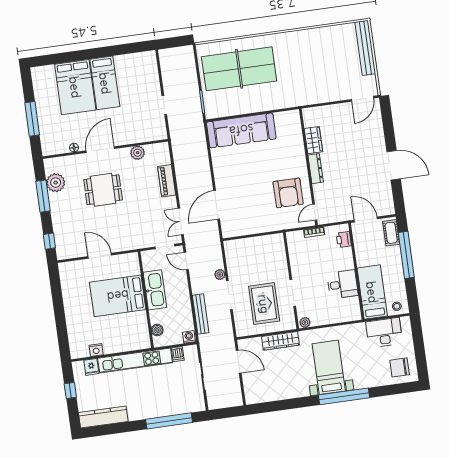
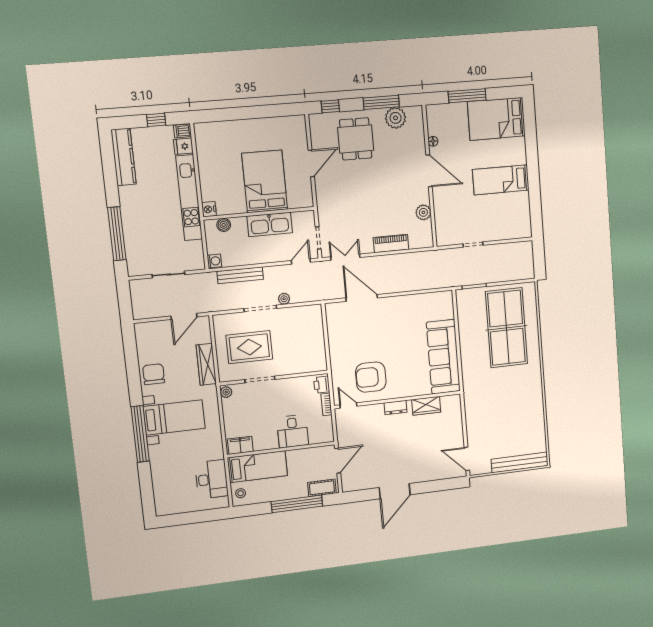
bed: (75, 87) -> (496, 119), moved
sofa: (241, 130) -> (443, 357), moved
dresser: (316, 169) -> (396, 407), width x0.70
dining table: (103, 190) -> (356, 139), moved
printer: (344, 239) -> (322, 385), moved, turned -90
desk: (342, 284) -> (293, 431), moved
filing cabinet: (353, 308) -> (240, 445), added
nightstand: (96, 350) -> (209, 209), moved
dishwasher: (178, 354) -> (182, 131), moved
chair: (400, 367) -> (154, 374), moved

